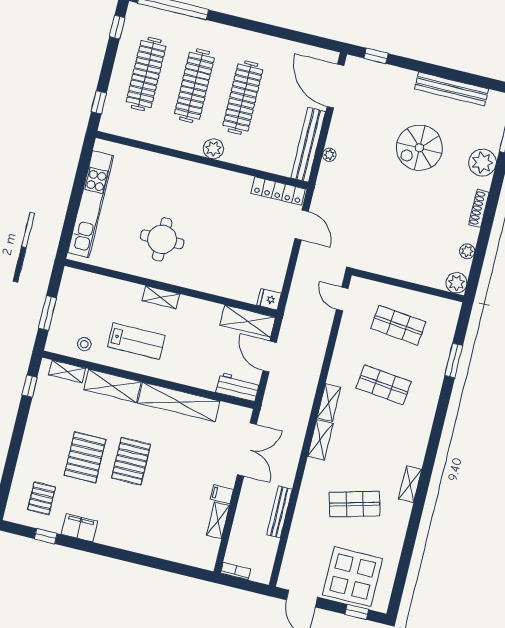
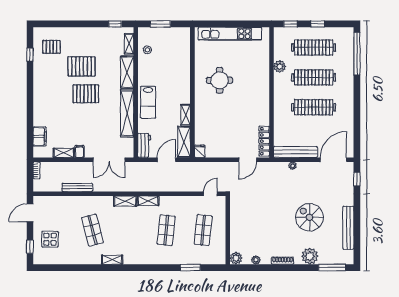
window: (117, 27) -> (318, 24), moved
plant: (213, 149) -> (280, 66), moved
shelving: (161, 297) -> (186, 115), moved
lab bench: (136, 341) -> (148, 102), moved
filing cabinet: (79, 528) -> (40, 136), moved
display table: (352, 577) -> (50, 239), width x0.54, depth x0.54

